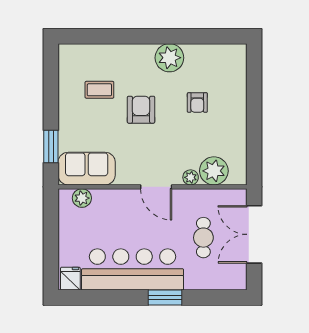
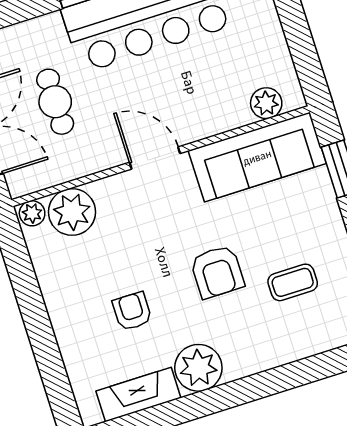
fireplace: (209, 53) -> (138, 394), added
sofa: (87, 169) -> (257, 157), width x1.36
plant: (191, 177) -> (32, 213), moved

